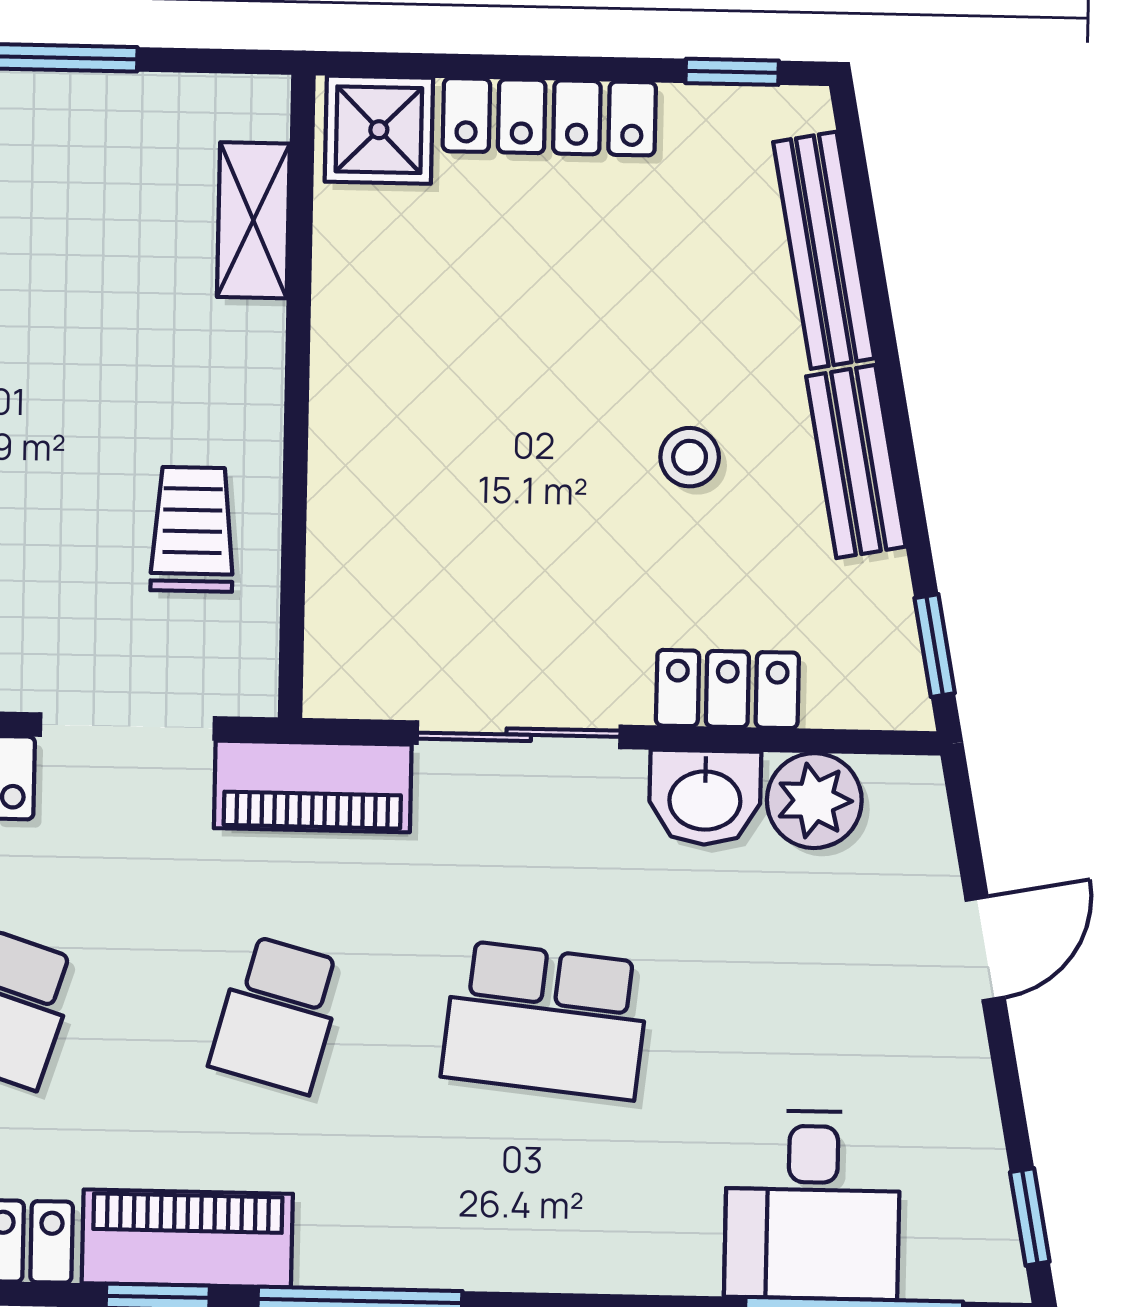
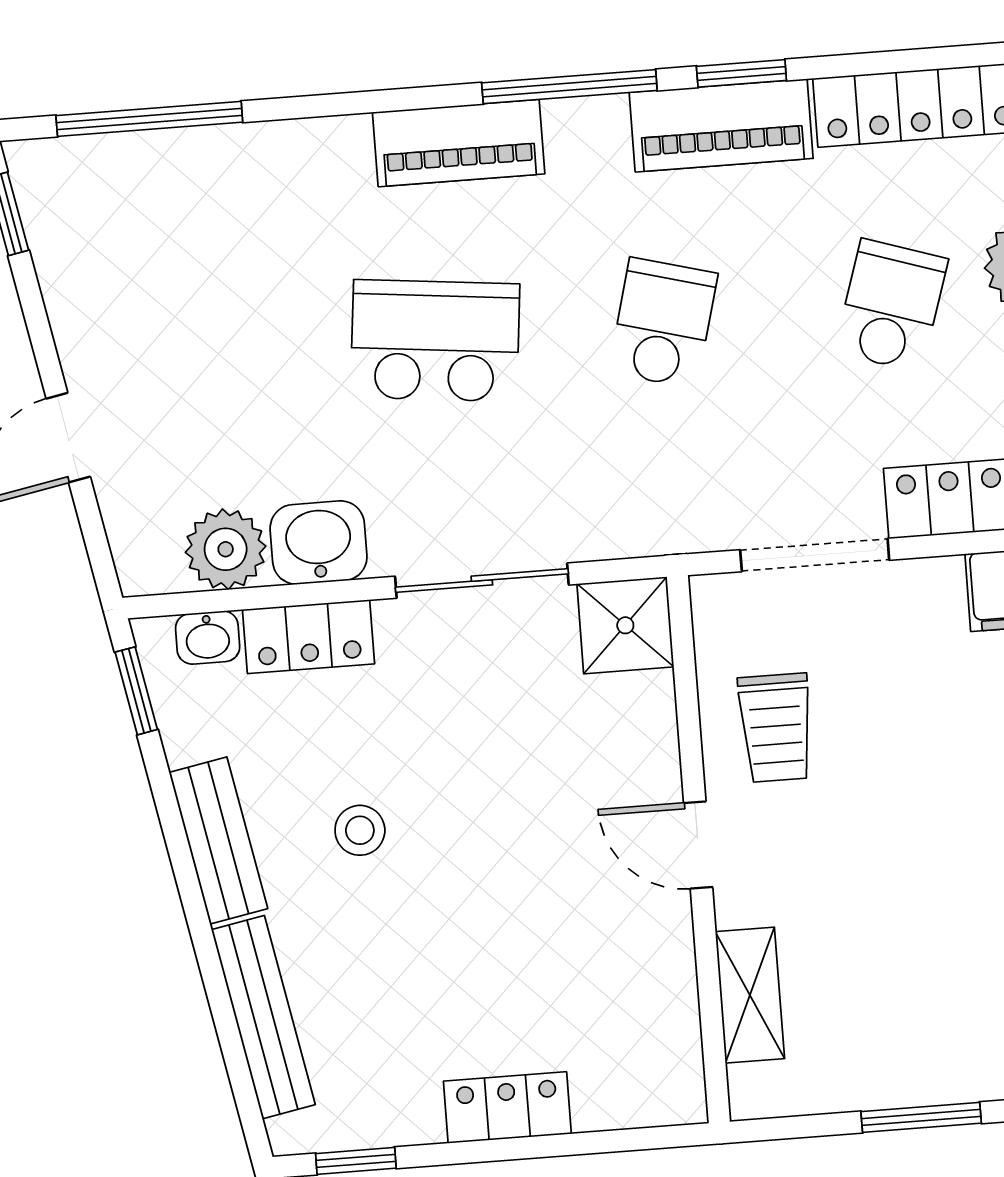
locker: (549, 117) -> (507, 1108), width x0.66
shower: (379, 130) -> (625, 625), moved
door: (297, 401) -> (698, 845), added
washbasin: (845, 700) -> (208, 638), added
piano: (313, 786) -> (459, 143), moved, turned 180
desk: (812, 1205) -> (193, 206), removed

